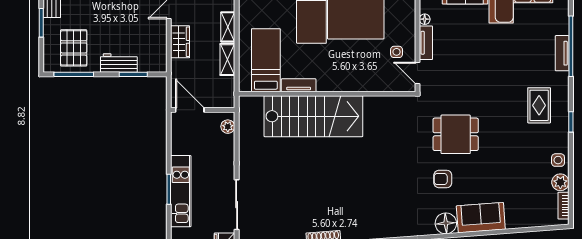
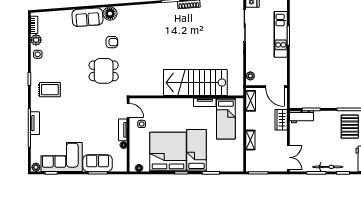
wardrobe: (180, 42) -> (281, 120), moved
shelving: (227, 60) -> (251, 101), moved
workbench: (119, 63) -> (301, 117), moved
rug: (539, 105) -> (50, 90), turned 90

